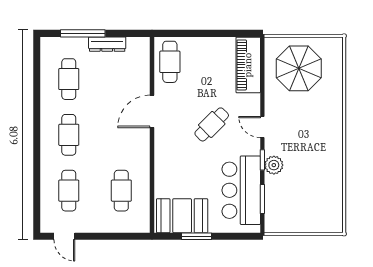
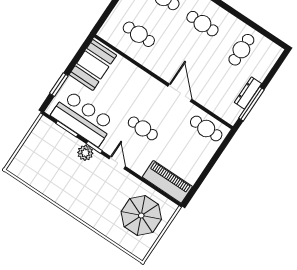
window: (83, 33) -> (251, 104), moved
cafe table: (69, 79) -> (241, 50), turned 90
cafe table: (212, 124) -> (143, 128), turned -45
door: (262, 127) -> (117, 163), hinge flipped
window: (196, 236) -> (59, 85), moved

